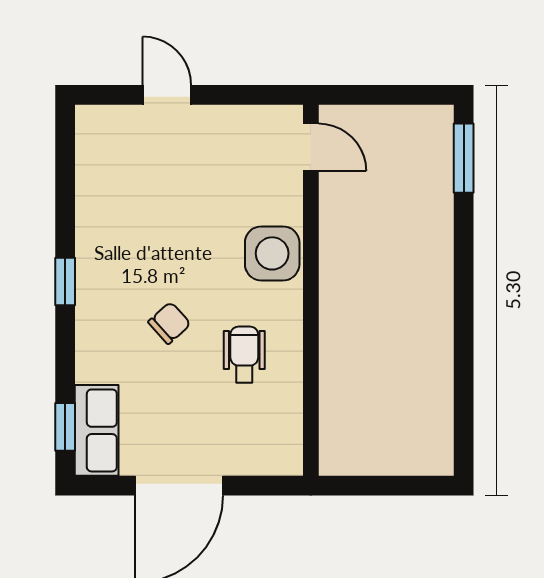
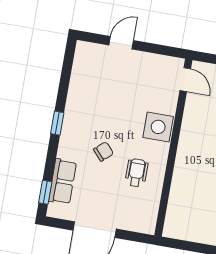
door: (167, 95) -> (121, 43), hinge flipped
row of seats: (97, 430) -> (63, 181), moved

